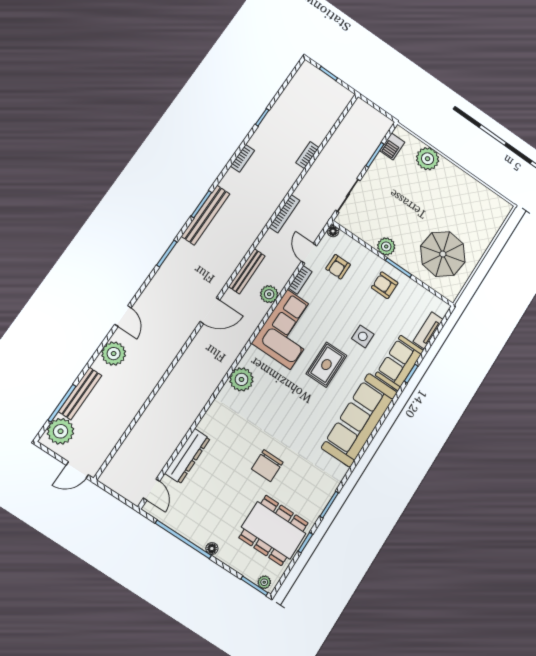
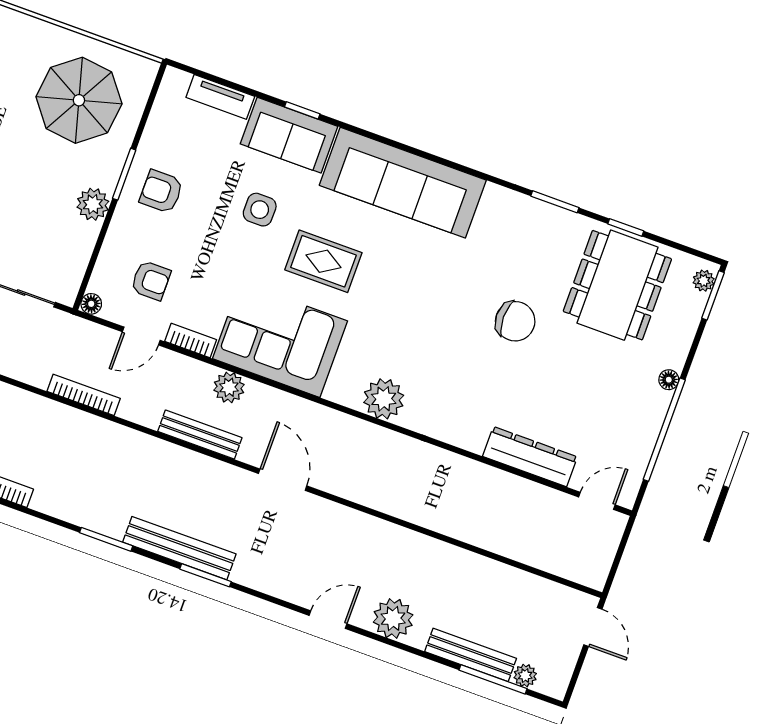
bench: (206, 215) -> (179, 548), moved
armchair: (385, 285) -> (161, 192), turned 90
plant: (61, 431) -> (525, 676), width x0.53, depth x0.53

